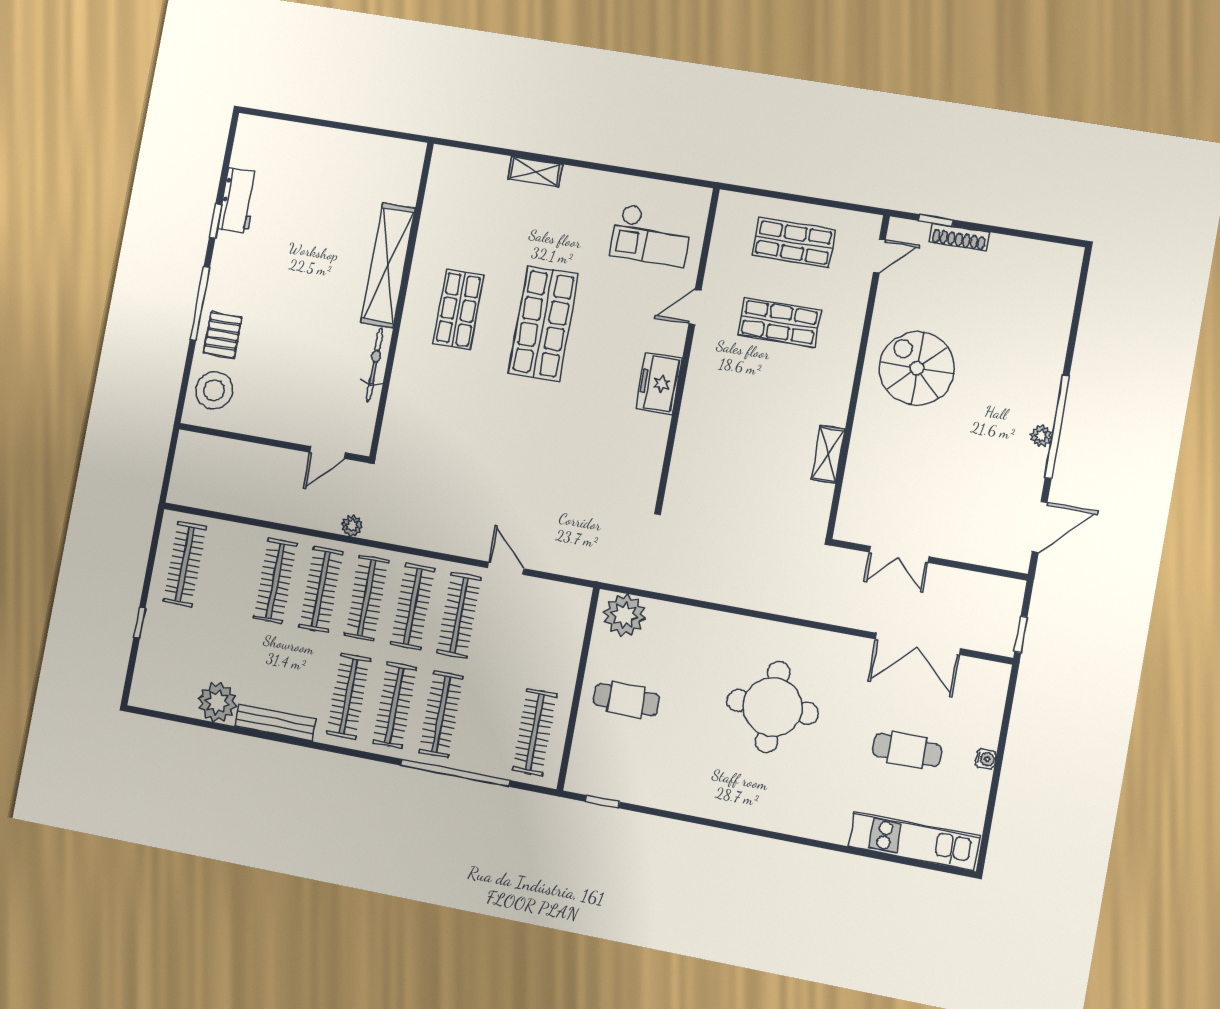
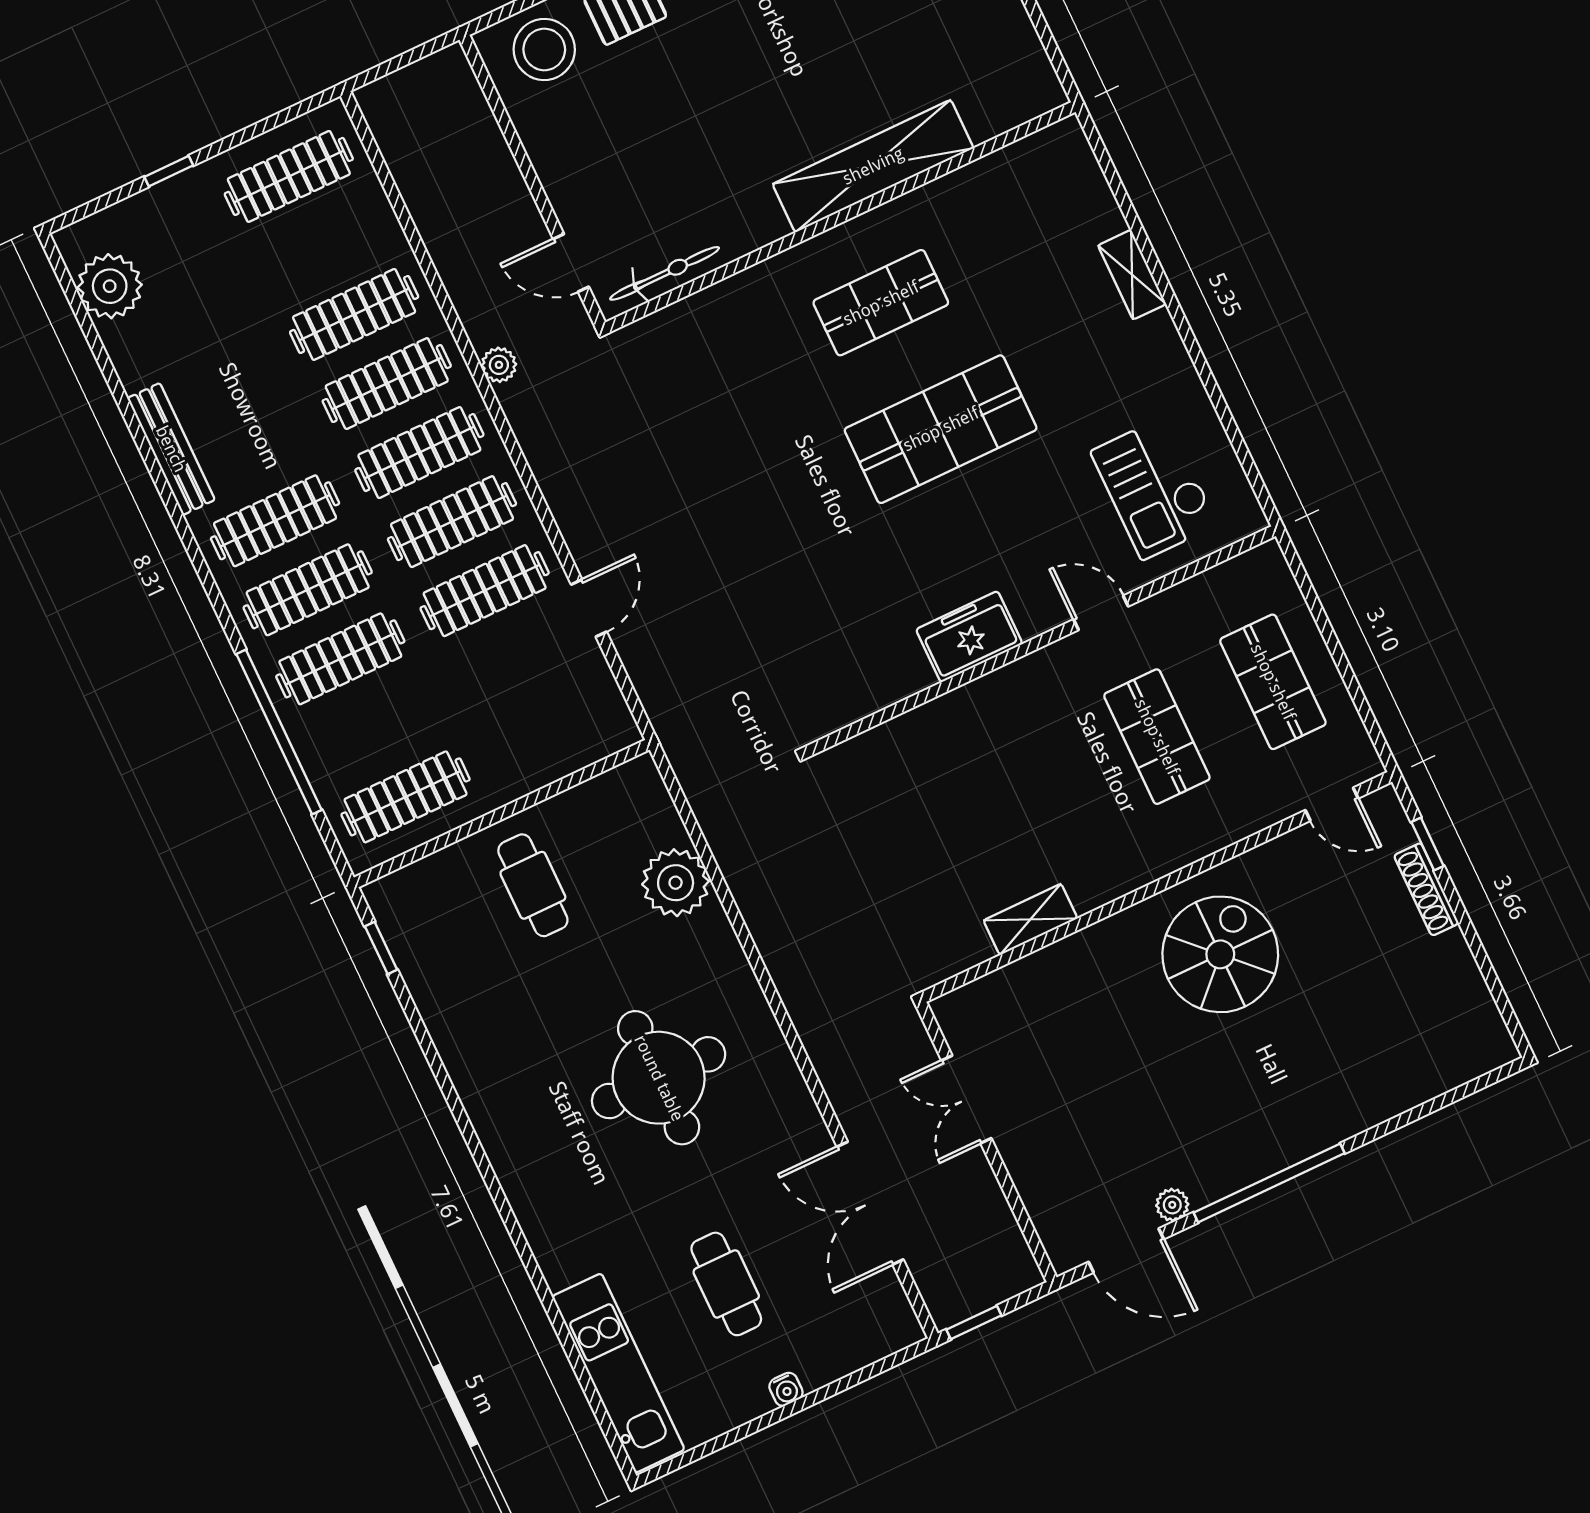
bicycle: (374, 365) -> (665, 273), moved
plant: (1041, 436) -> (1172, 1205), moved
plant: (624, 615) -> (676, 883), moved
plant: (217, 702) -> (110, 286), moved

